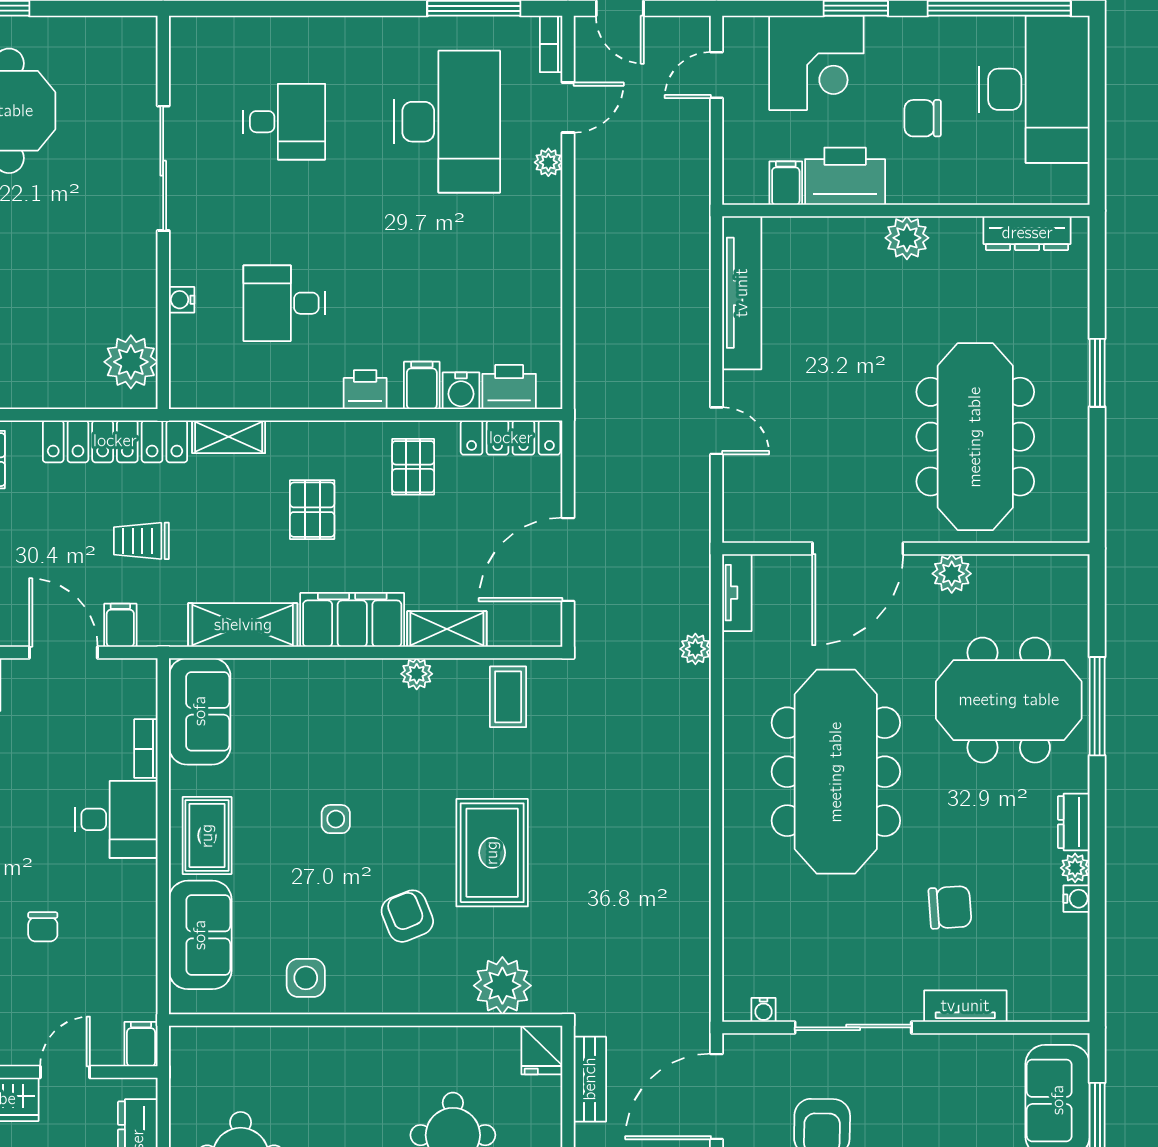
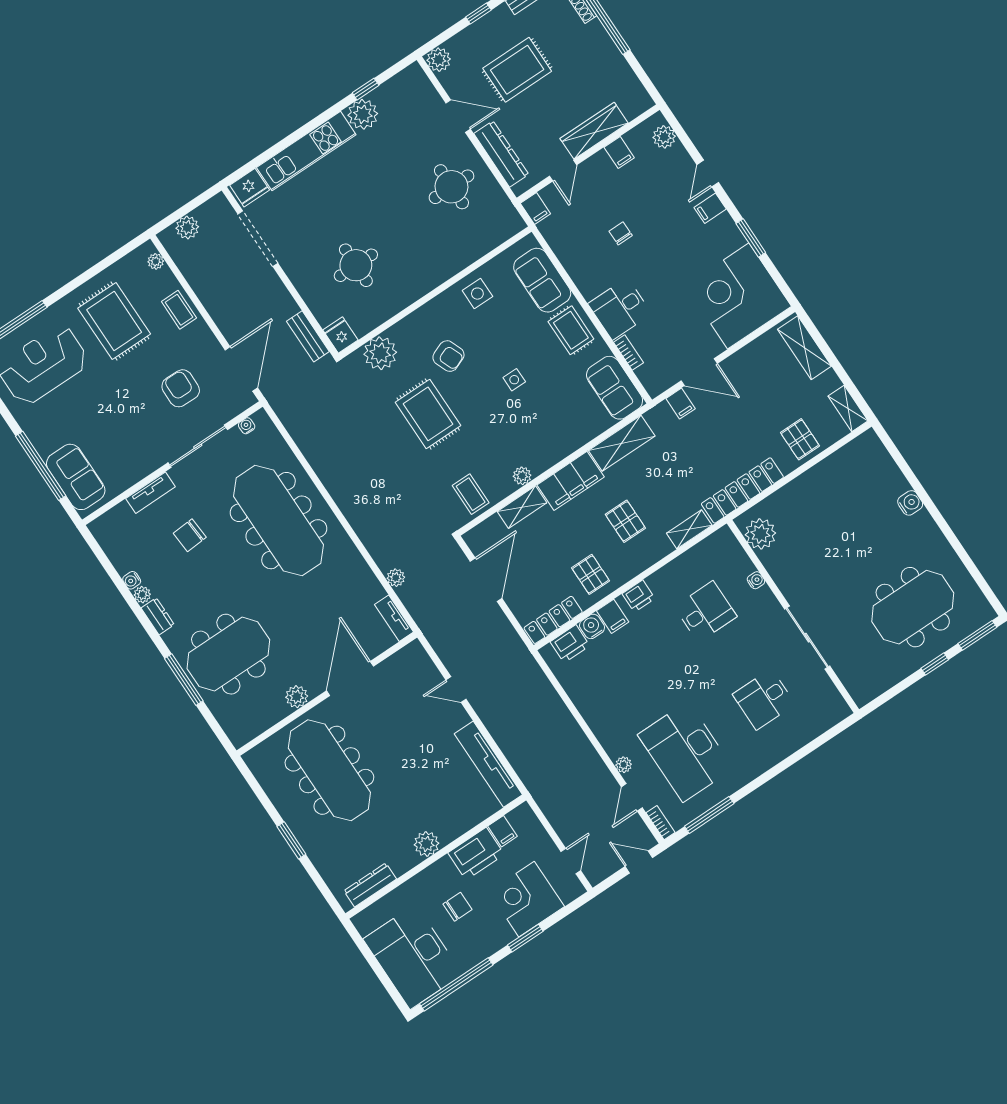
trolley: (141, 541) -> (698, 451), removed
meeting table: (836, 772) -> (279, 521), moved

